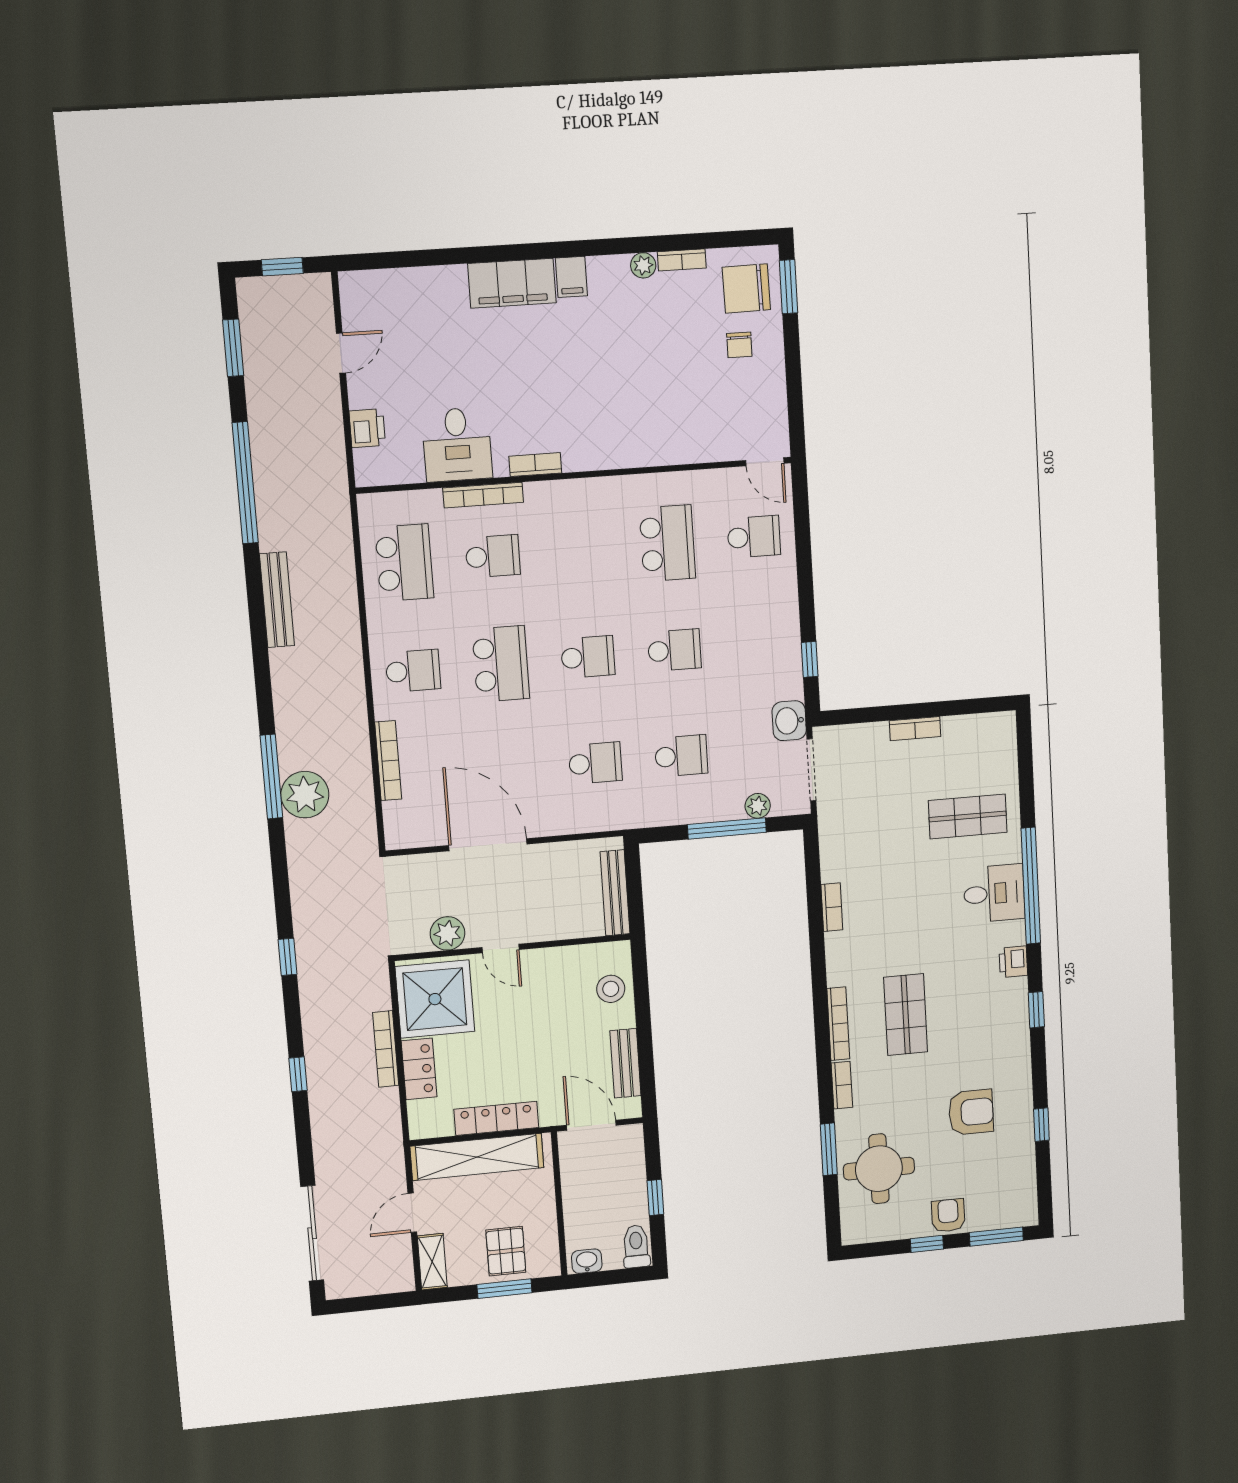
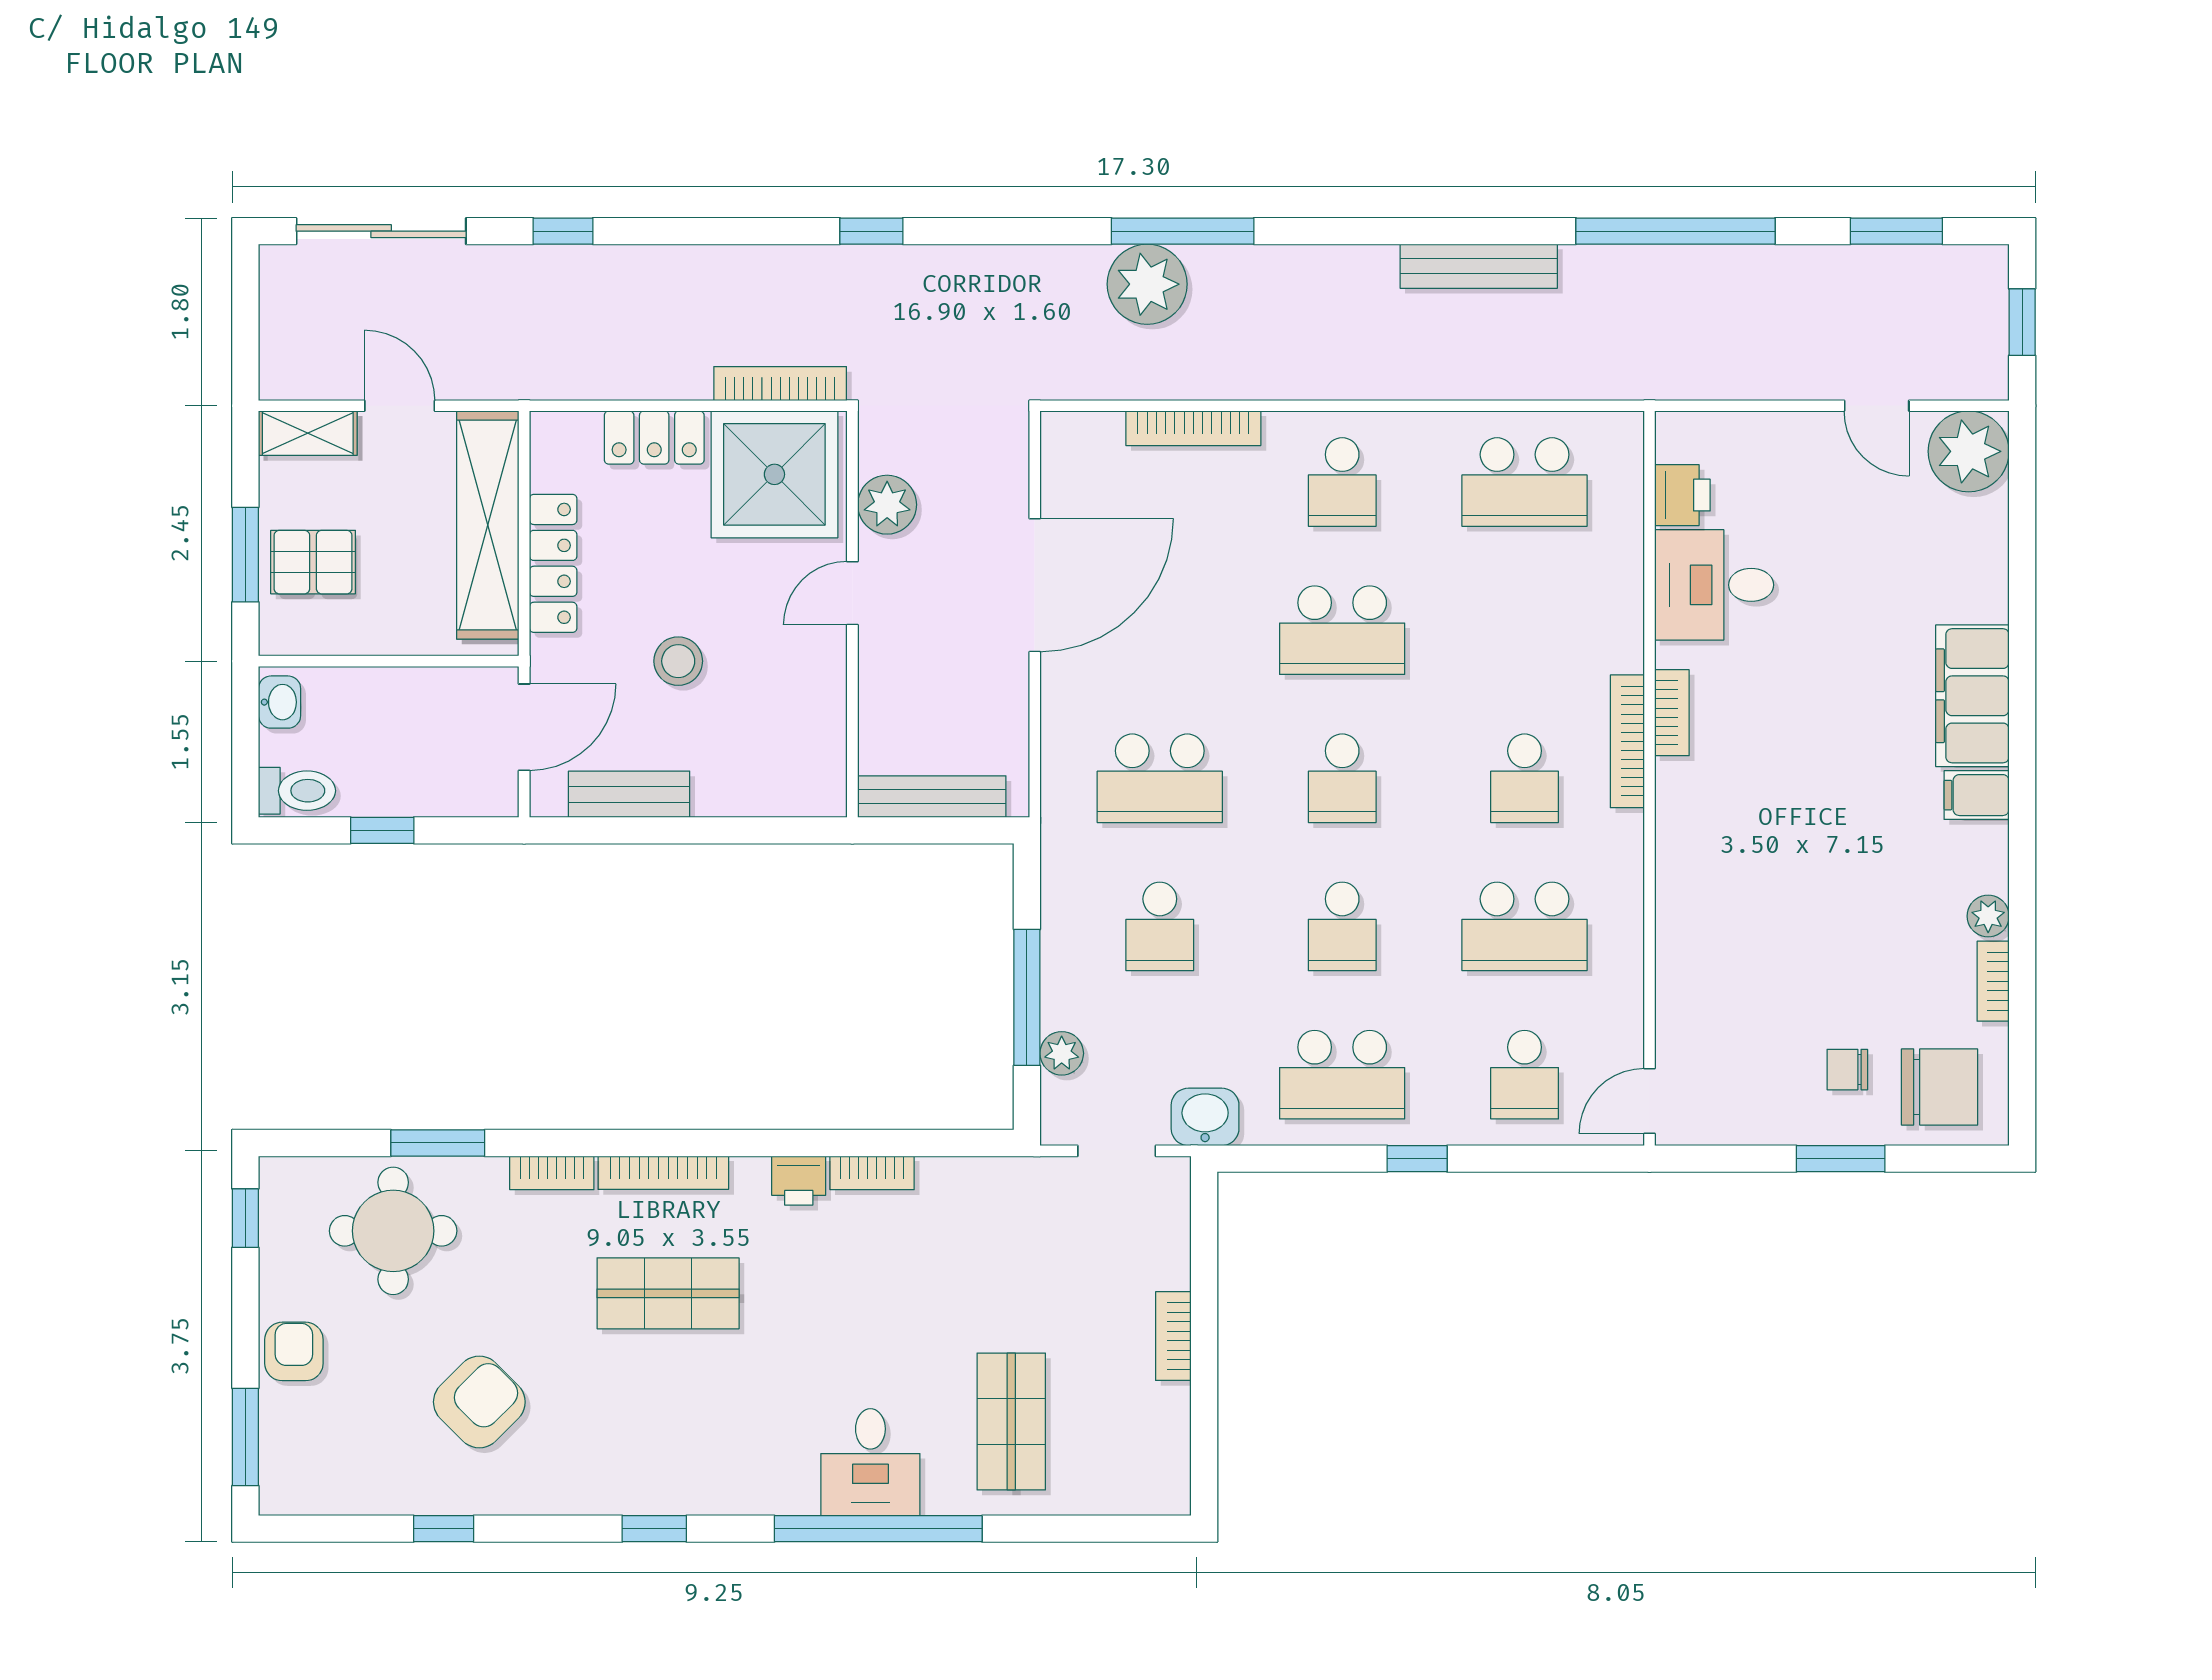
window: (789, 287) -> (1841, 1159), moved
chair: (746, 289) -> (1940, 1087), turned 91
plant: (364, 295) -> (1969, 451), added
printer: (367, 428) -> (1682, 495), moved, turned -90
bookcase: (483, 495) -> (1627, 741), moved
school desk: (493, 556) -> (1525, 778), moved
school desk: (760, 643) -> (1342, 1075), added
window: (810, 659) -> (1417, 1159), moved
school desk: (595, 763) -> (1160, 778), width x1.85
doorway: (811, 770) -> (1117, 1151), width x0.73
printer: (1013, 962) -> (799, 1181), moved, turned 180
stool: (611, 989) -> (678, 661), moved
bookcase: (386, 1049) -> (780, 384), moved
window: (298, 1074) -> (563, 231), moved
armchair: (971, 1112) -> (479, 1402), turned -135
armchair: (948, 1215) -> (294, 1351), turned -90
window: (927, 1244) -> (245, 1218), moved

